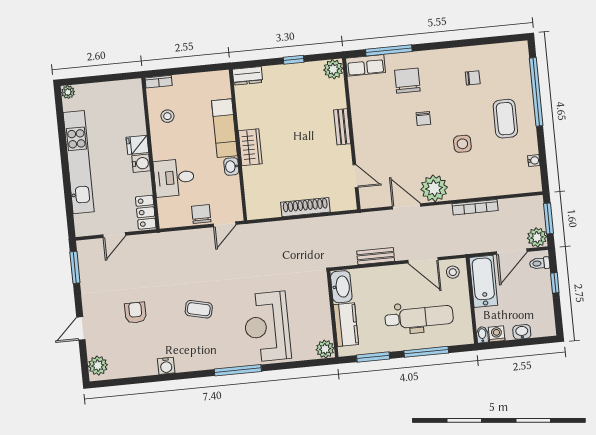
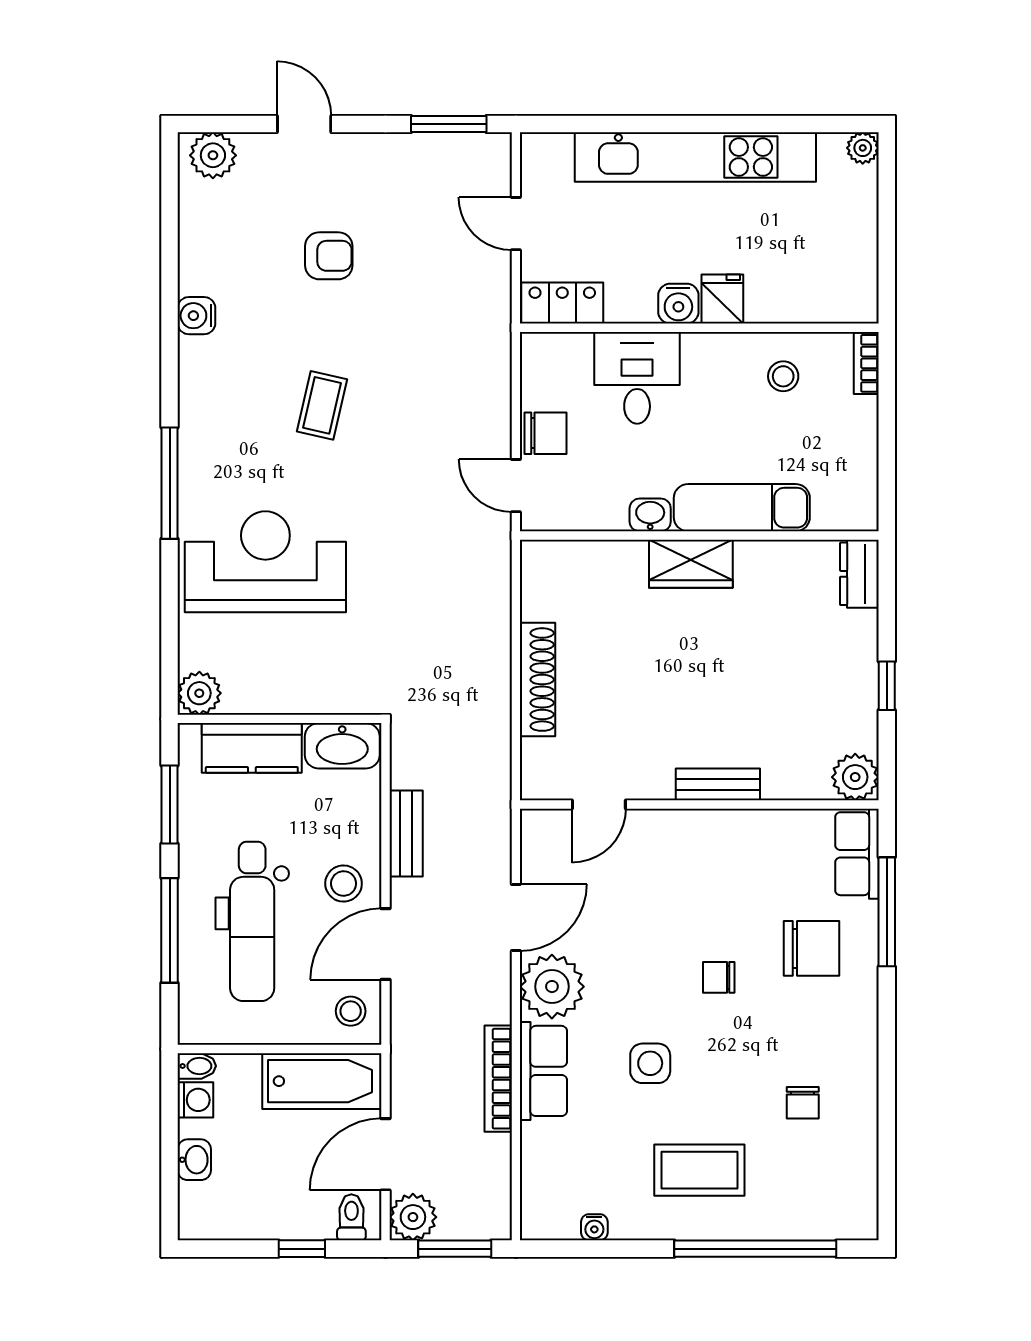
row of seats: (470, 188) -> (543, 1071), added
door: (512, 252) -> (385, 1154), hinge flipped
stool: (399, 280) -> (344, 884), added

